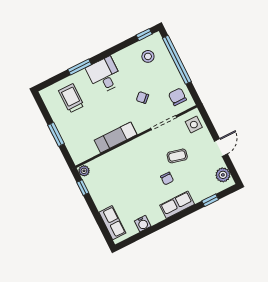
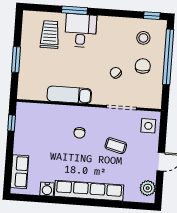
desk: (104, 75) -> (81, 31), moved
chair: (177, 97) -> (143, 66), moved
plant: (84, 171) -> (22, 108), removed
chair: (167, 178) -> (79, 133), moved
window: (210, 200) -> (122, 205), removed
row of seats: (177, 205) -> (89, 191), width x2.02

